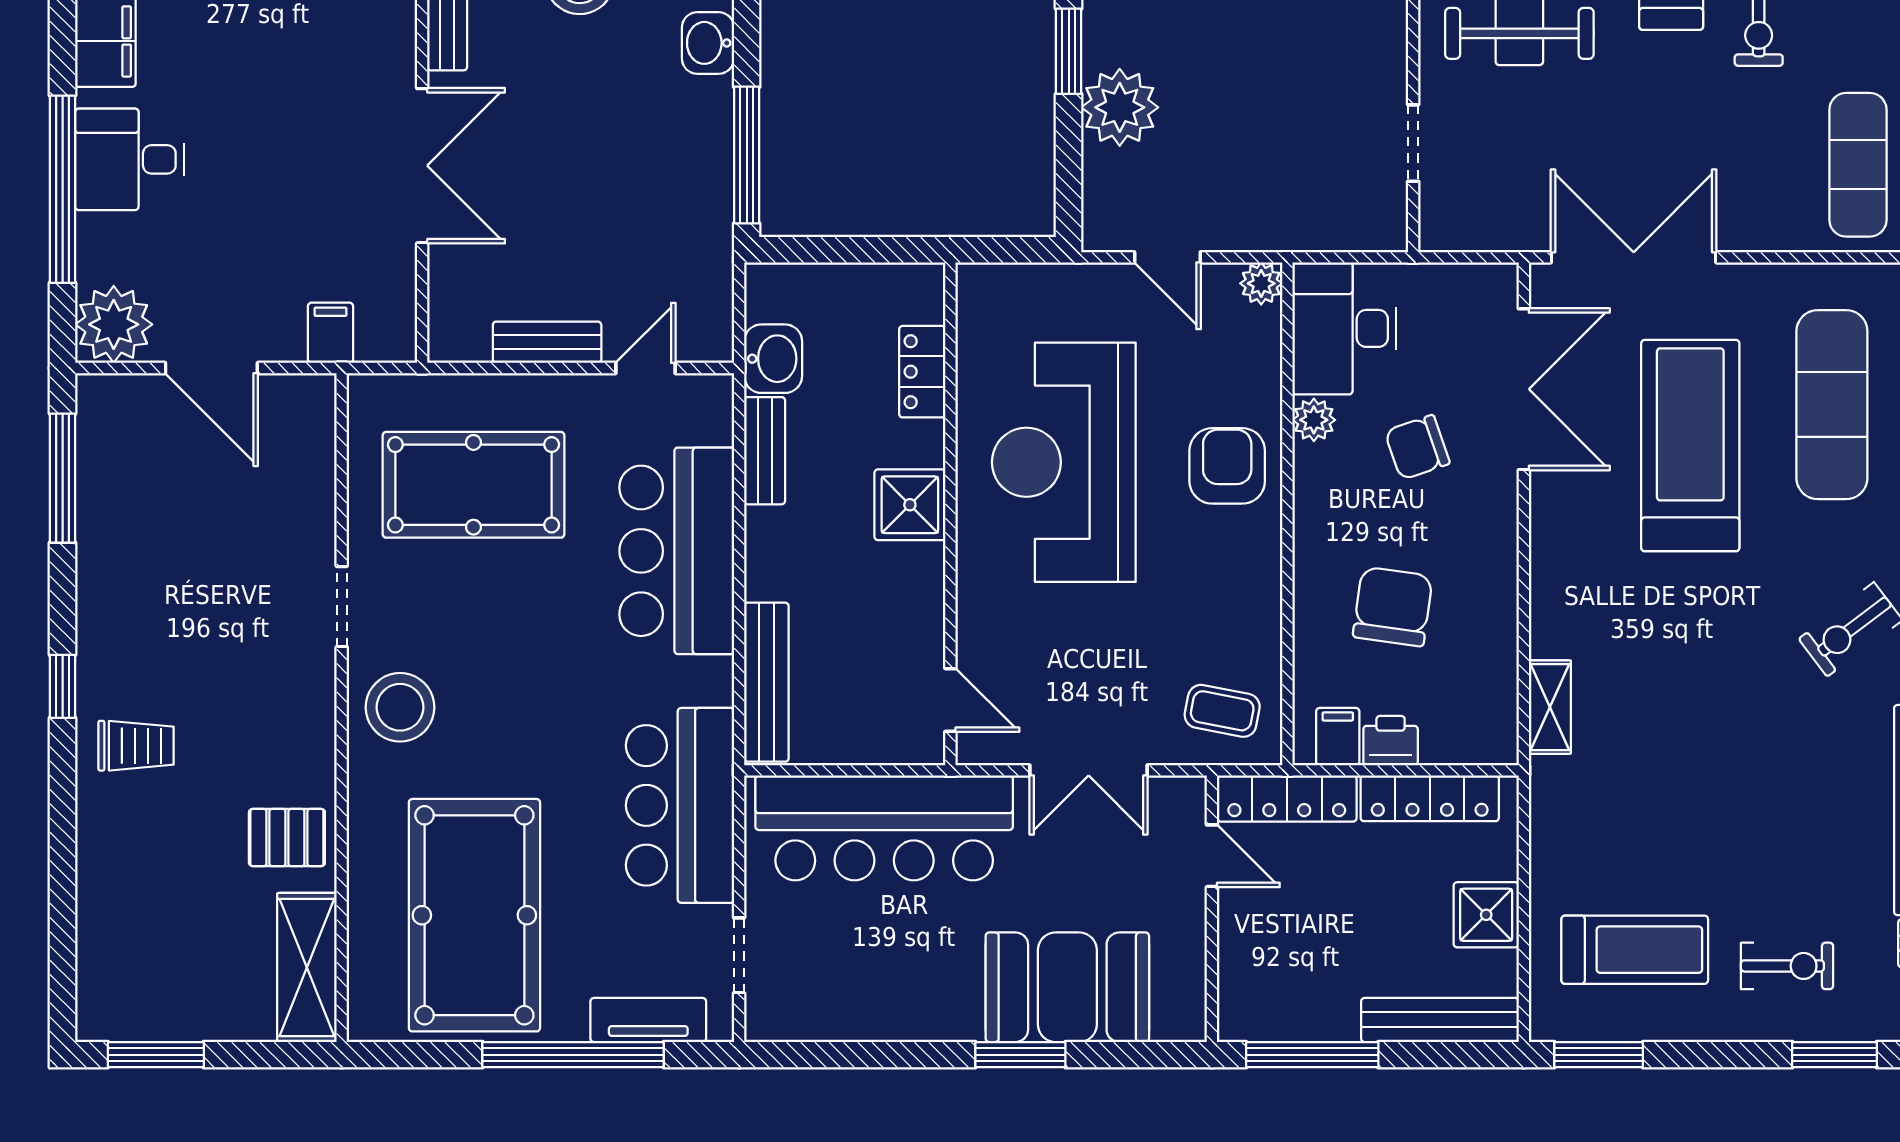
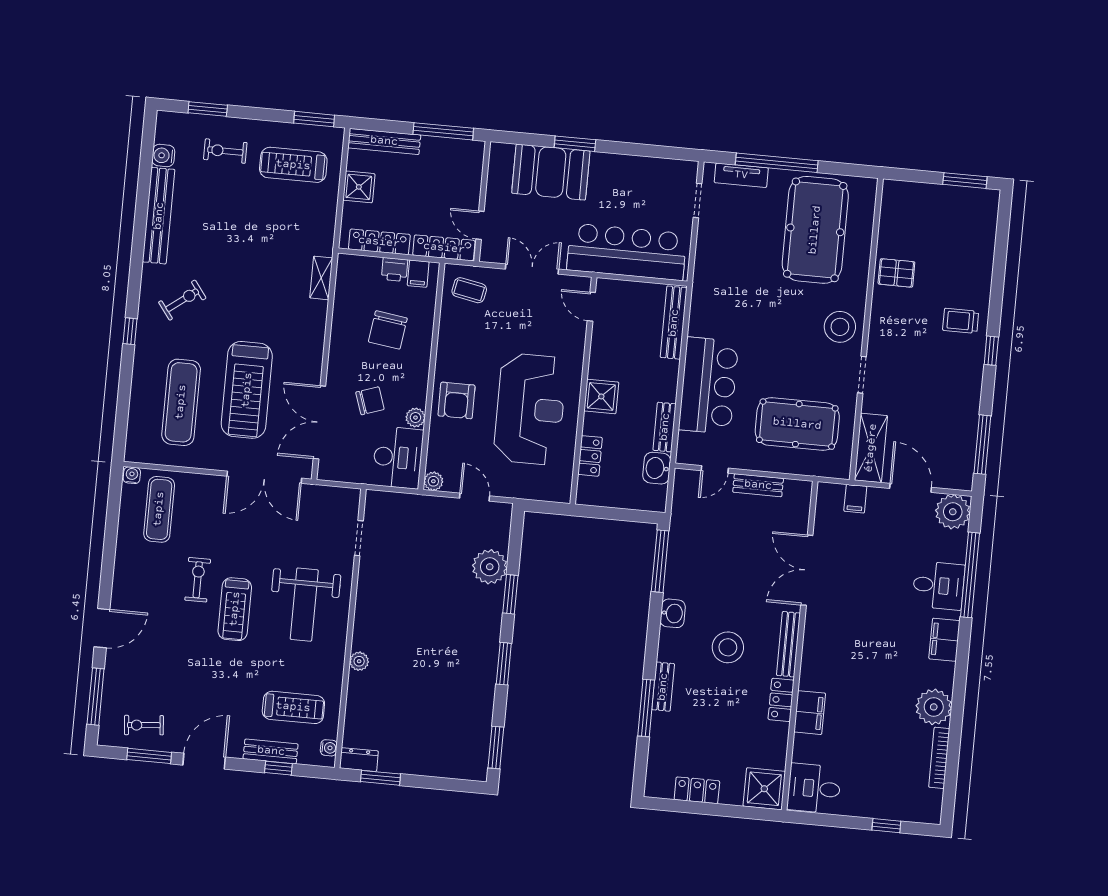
bar counter: (680, 805) -> (718, 271), removed
shelving: (307, 967) -> (871, 448), moved

